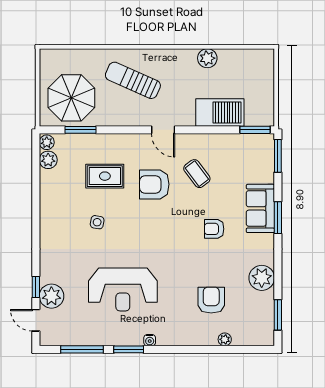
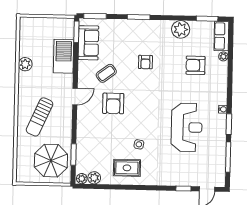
rug: (105, 176) -> (127, 168), moved, turned 90
sofa: (260, 208) -> (88, 43), moved, turned -90
plant: (51, 296) -> (190, 178), removed
row of seats: (254, 336) -> (221, 36), added

